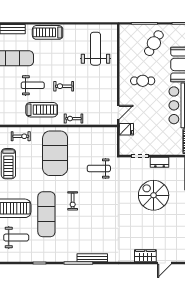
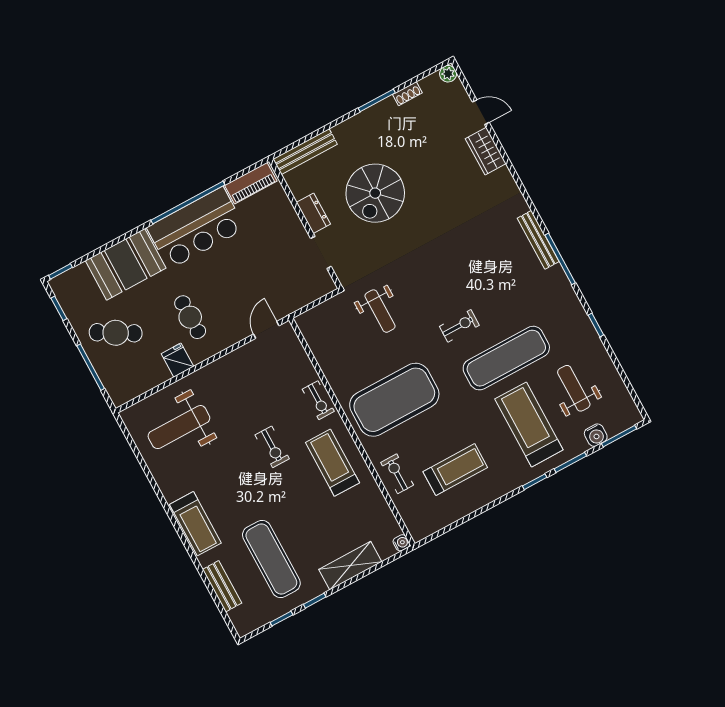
weight bench: (33, 85) -> (299, 500), removed
door: (118, 112) -> (266, 330), hinge flipped
fridge: (126, 129) -> (177, 360), moved

